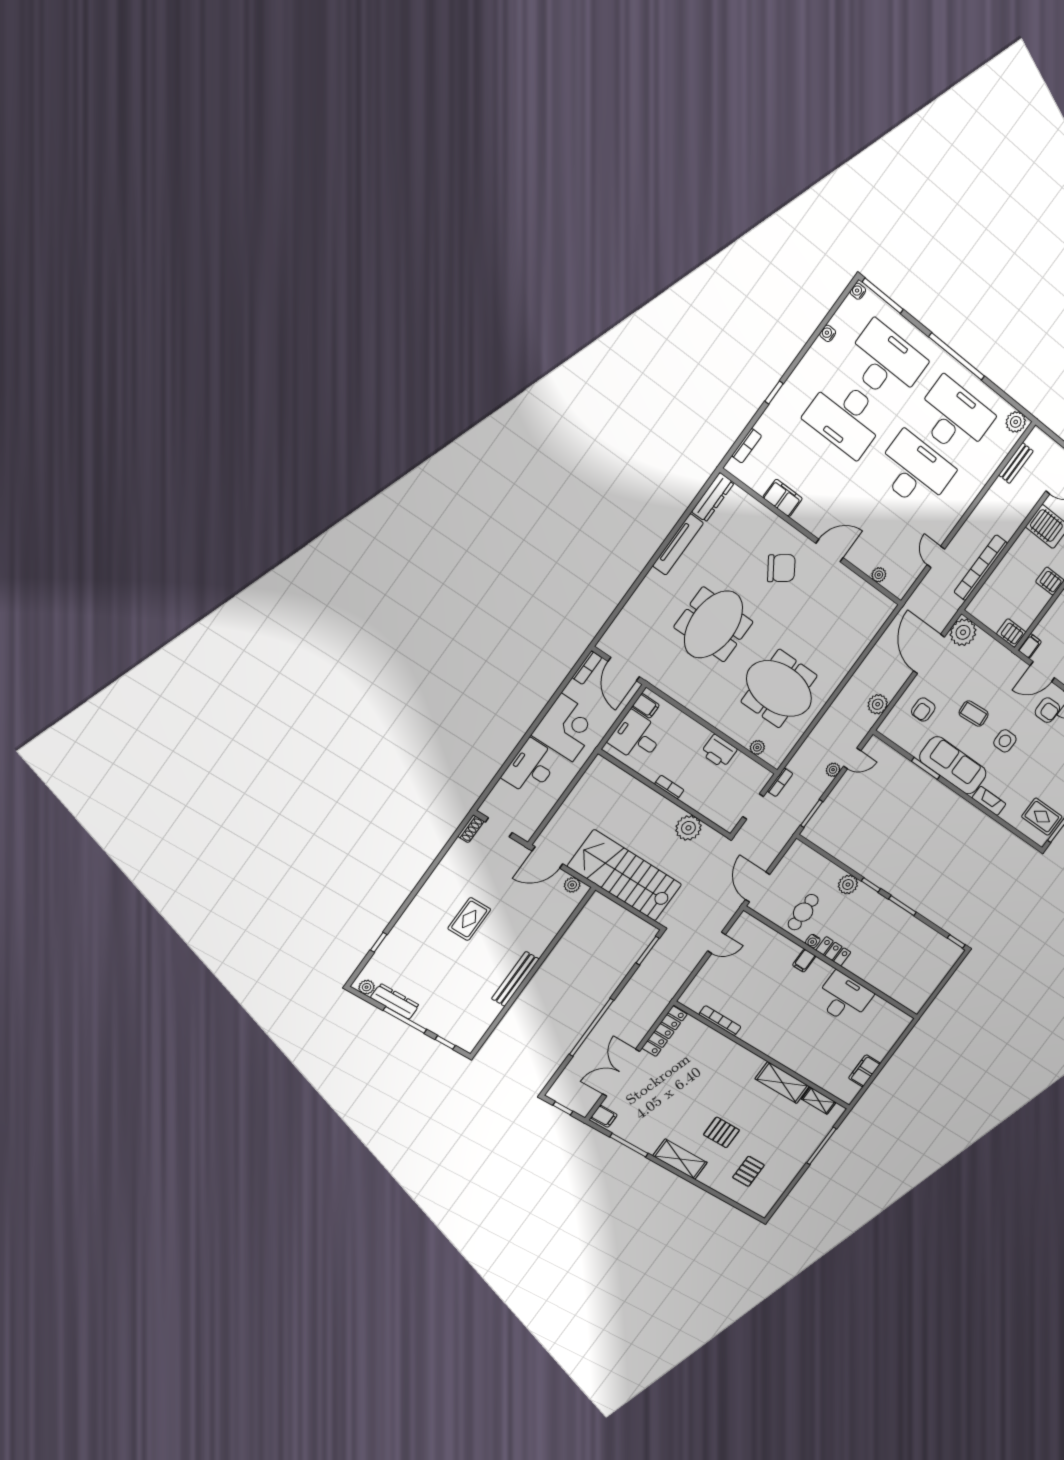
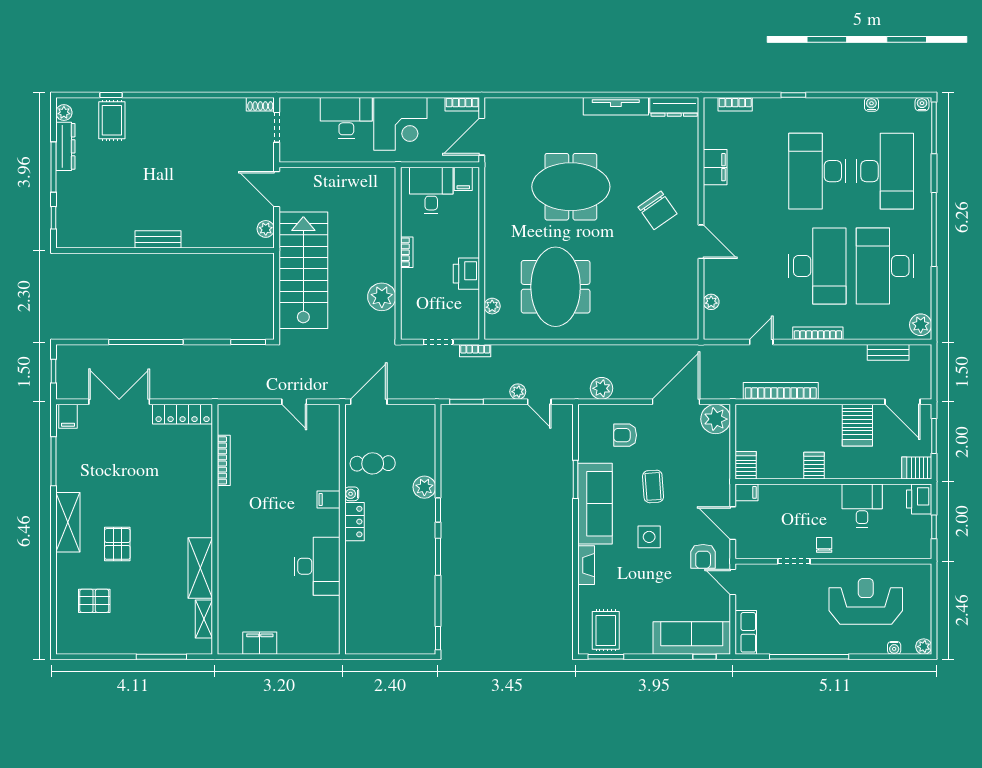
desk: (954, 417) -> (885, 266), turned 180
bookcase: (962, 508) -> (818, 333), added
rug: (469, 919) -> (112, 120), moved, turned 90
bench: (515, 979) -> (158, 239), width x0.73

